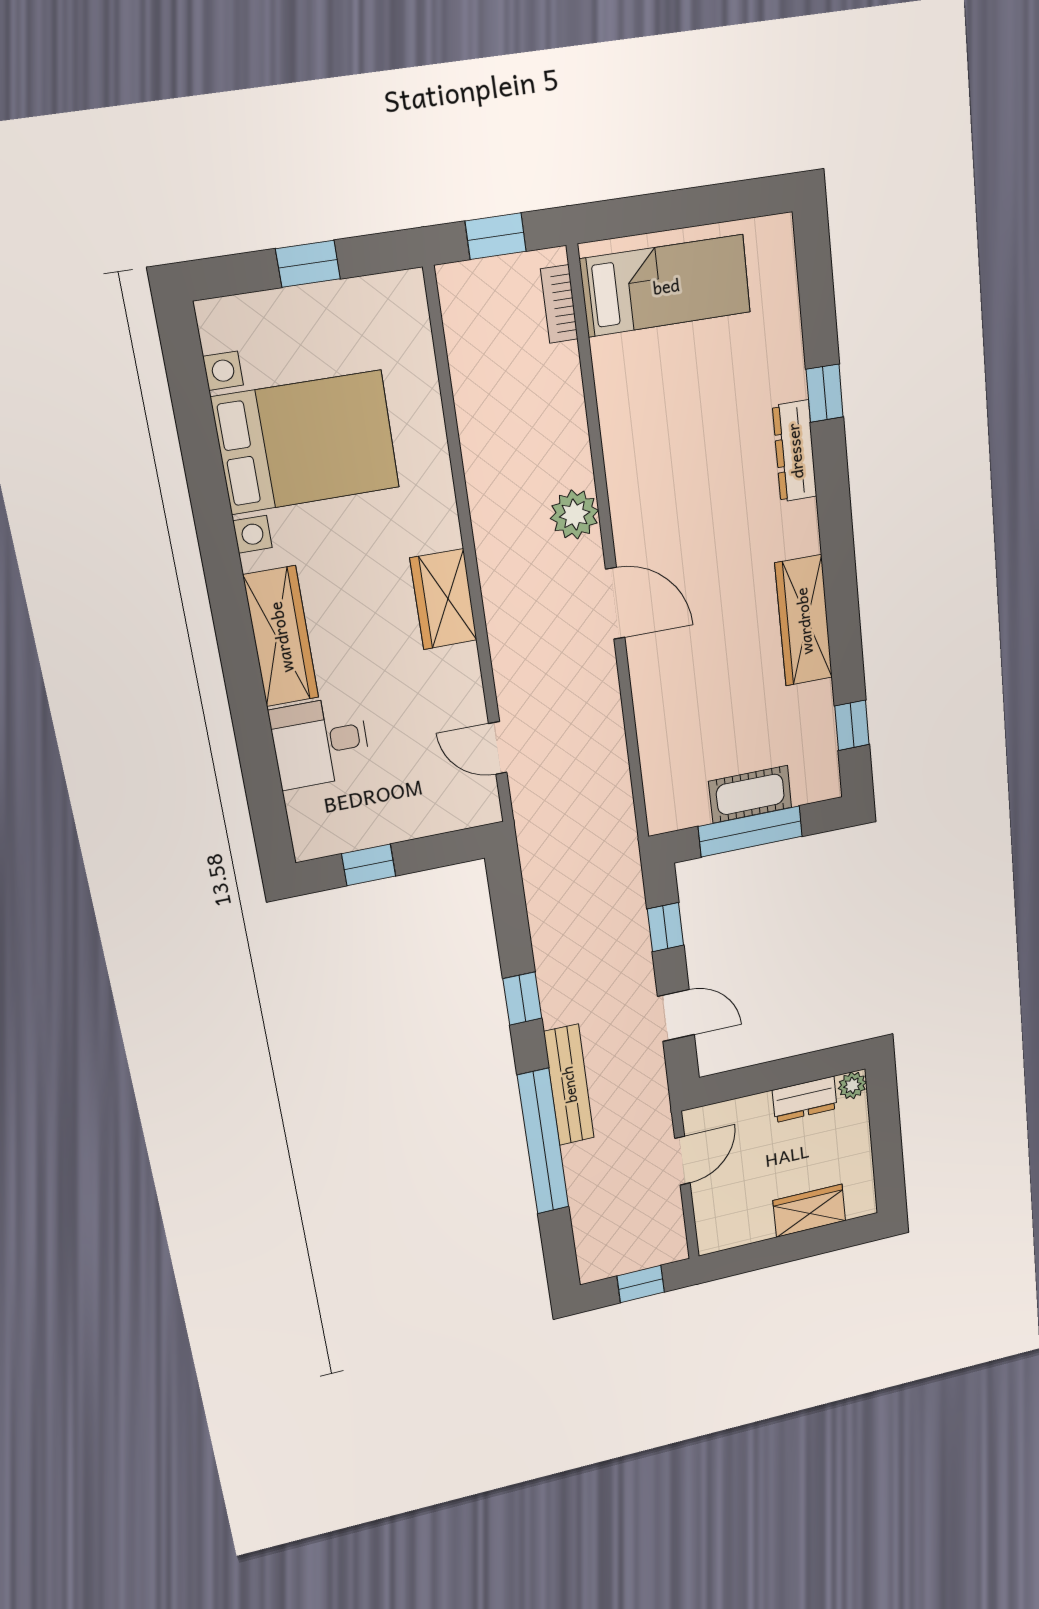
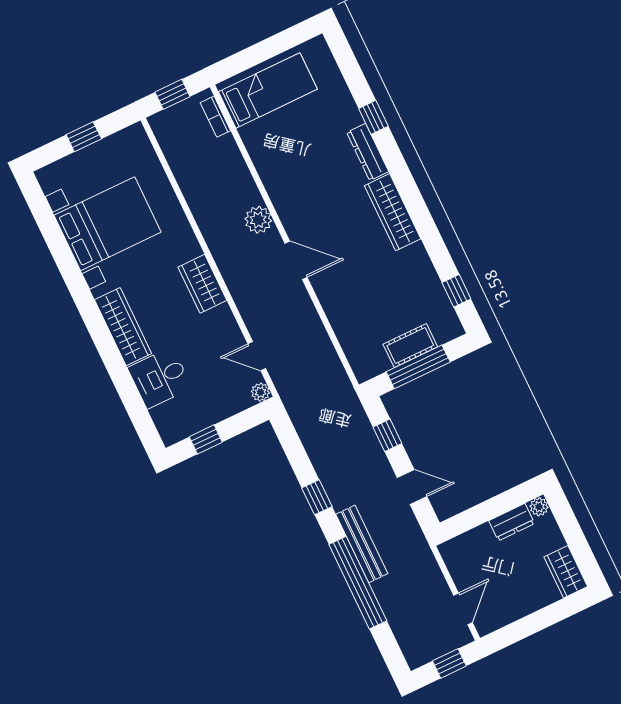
wardrobe: (804, 621) -> (393, 212), moved
plant: (485, 809) -> (260, 392), added
door: (682, 1161) -> (463, 609), moved
wardrobe: (809, 1211) -> (566, 572), moved, turned -90

